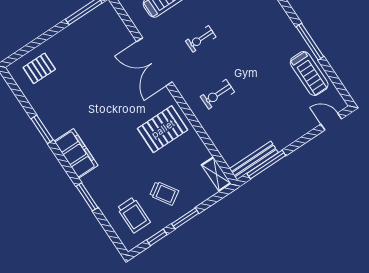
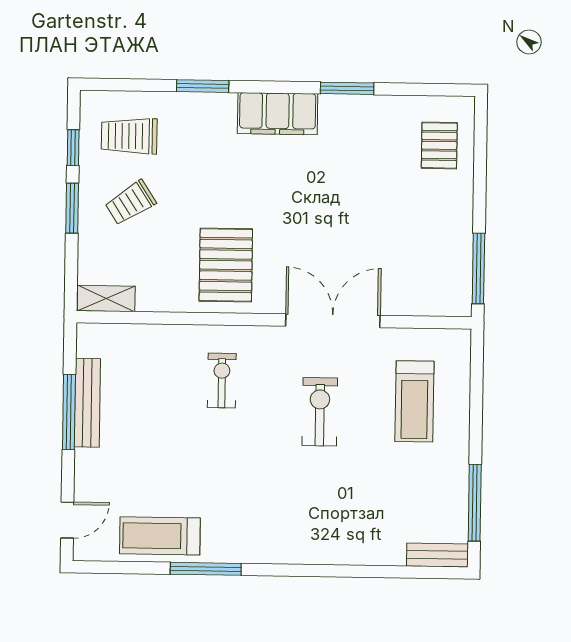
exercise bike: (201, 39) -> (320, 412), width x1.38, depth x1.39
bench: (254, 161) -> (87, 403), moved
window: (266, 165) -> (69, 412), moved

